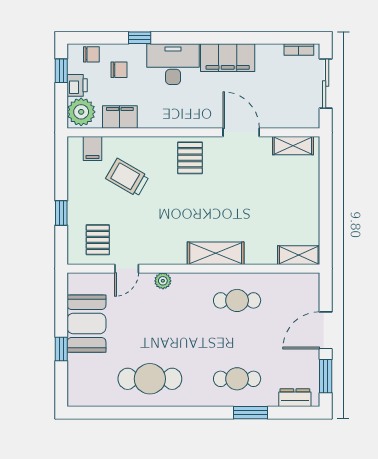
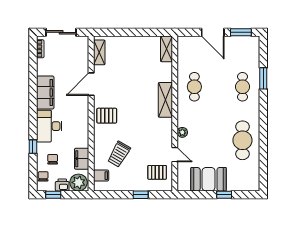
dresser: (295, 398) -> (254, 51), removed

